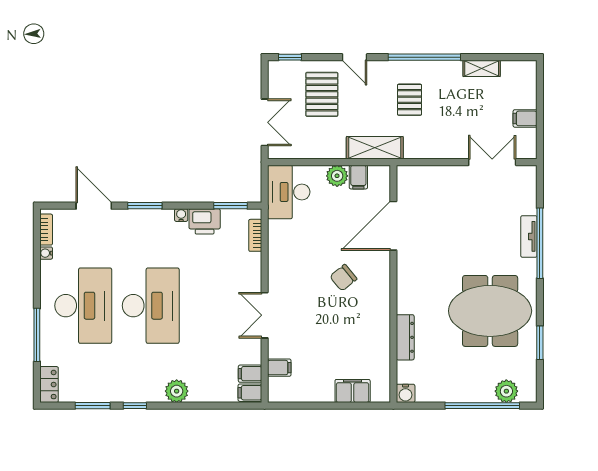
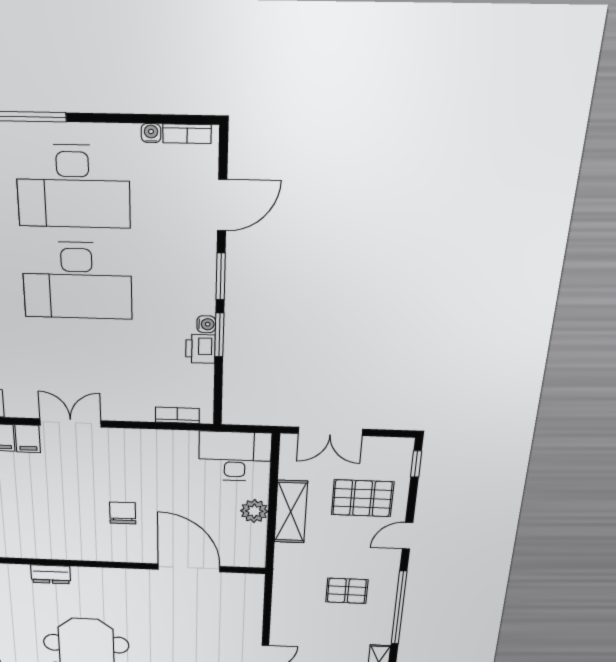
shelving: (375, 148) -> (291, 512), moved
filing cabinet: (358, 177) -> (28, 439), moved, turned -90
window: (231, 206) -> (219, 335), moved
printer: (205, 221) -> (200, 349), width x0.73, depth x0.81
chair: (343, 278) -> (123, 513), turned 39
dresser: (405, 337) -> (51, 574), width x0.70

